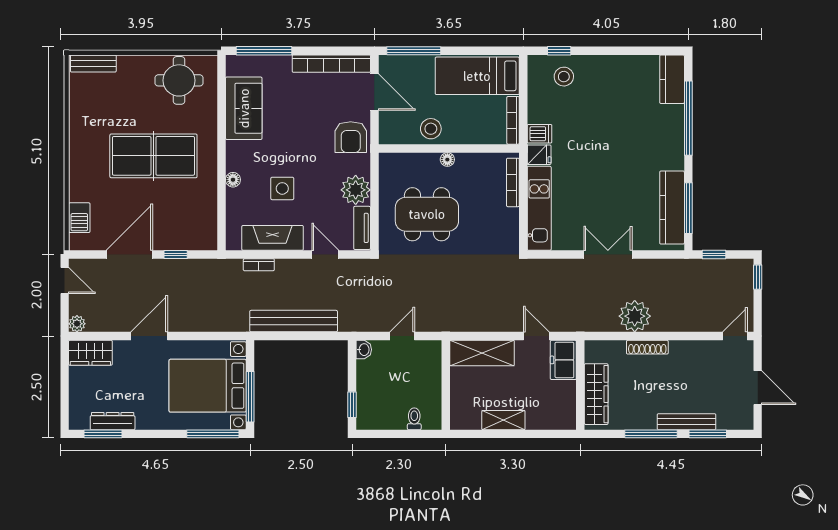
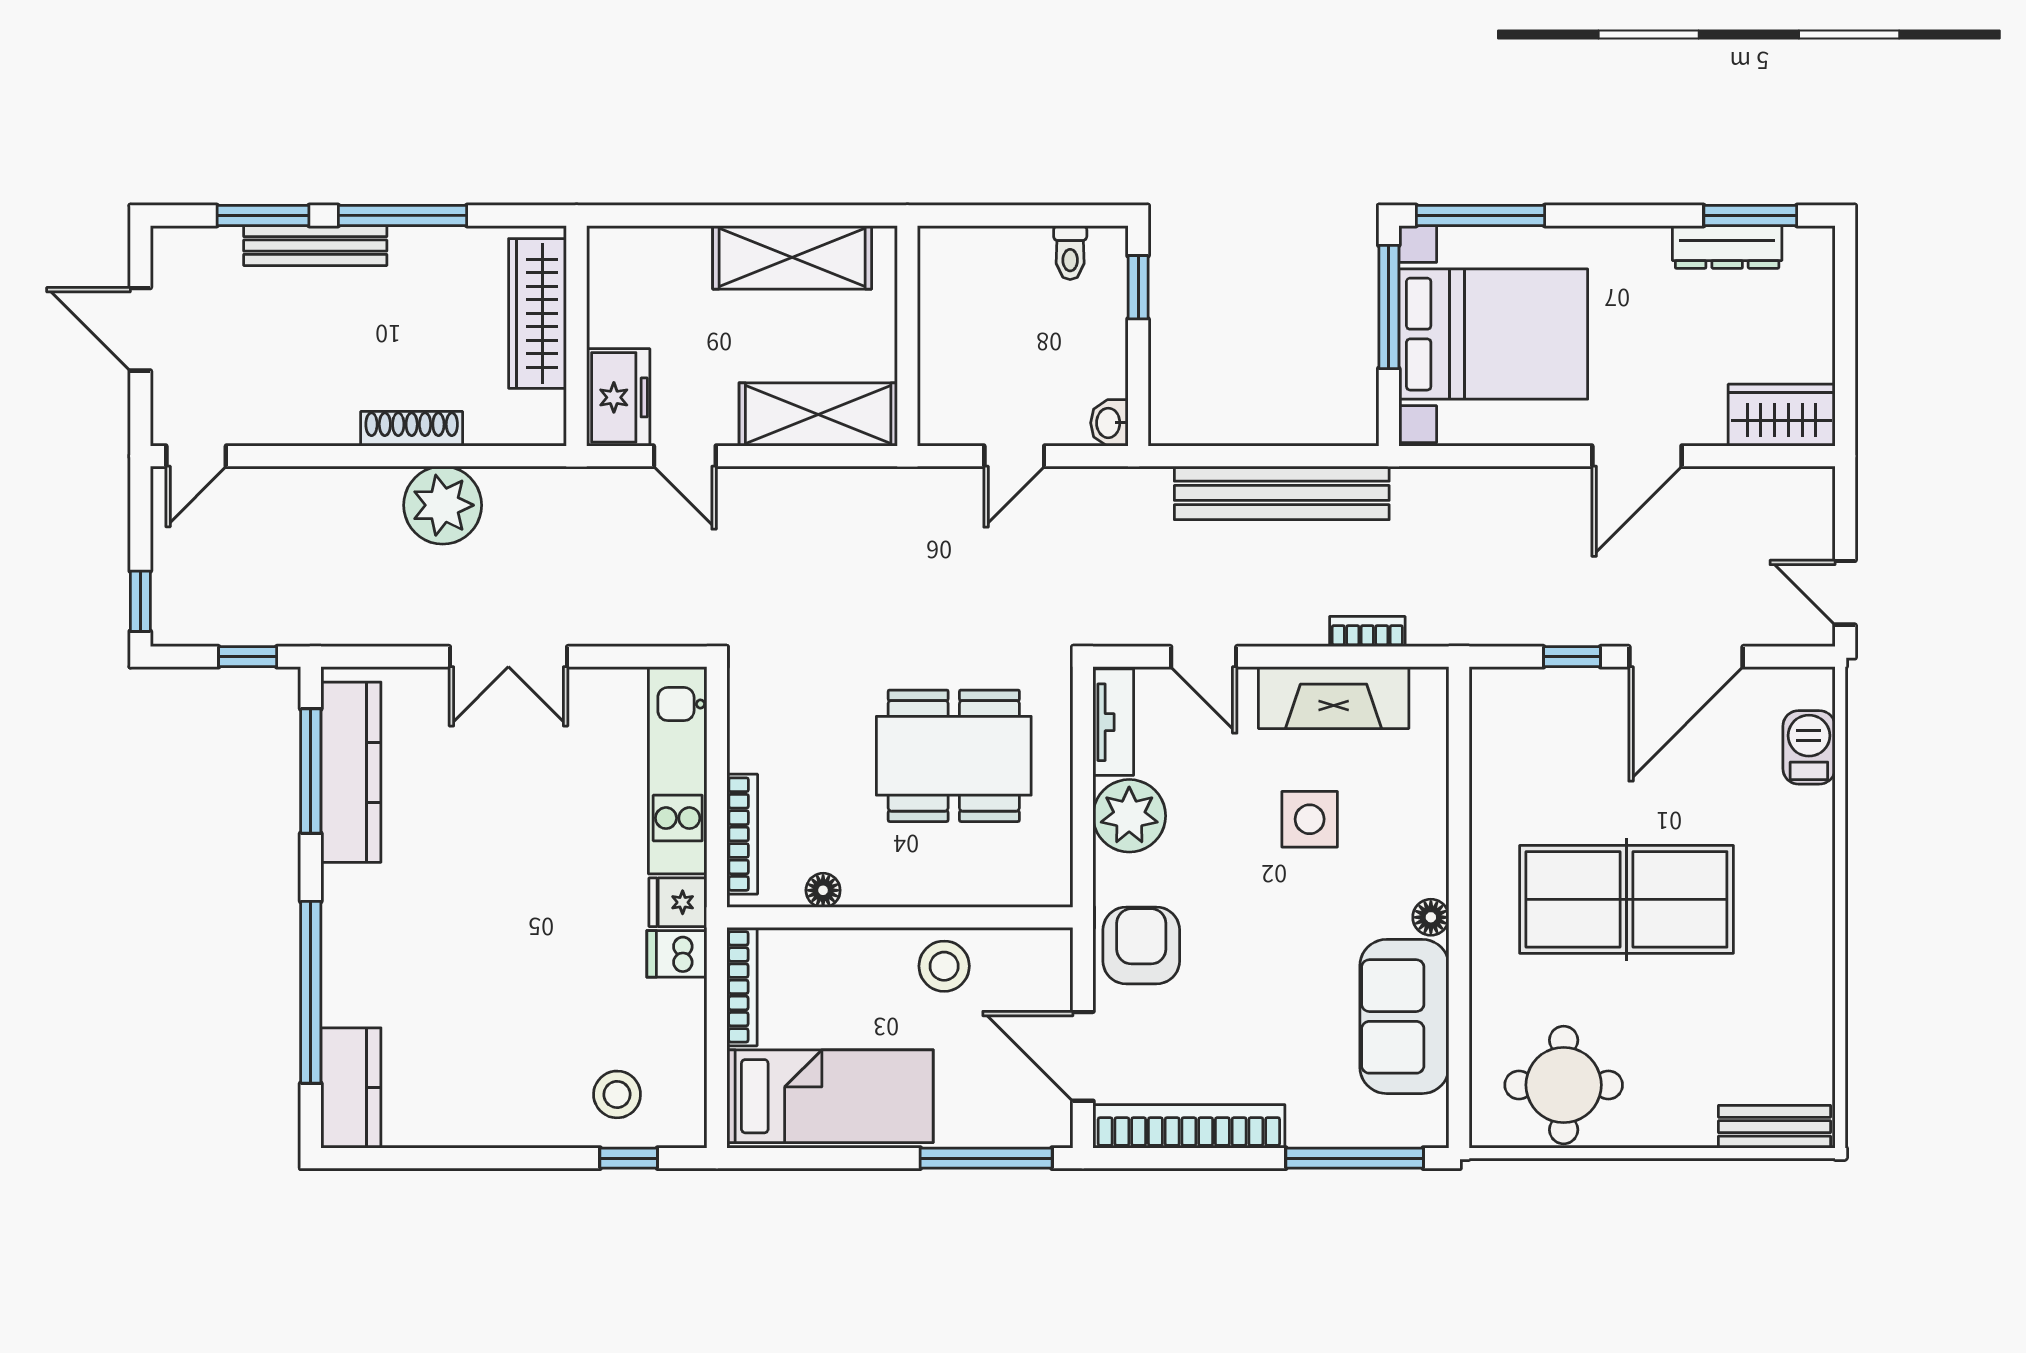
floor lamp: (447, 160) -> (823, 890), moved
floor lamp: (233, 180) -> (1431, 917), moved
plant: (77, 324) -> (1815, 487), removed
toilet: (414, 419) -> (1070, 253), moved
shelving: (503, 420) -> (792, 257), width x1.50, depth x1.33

